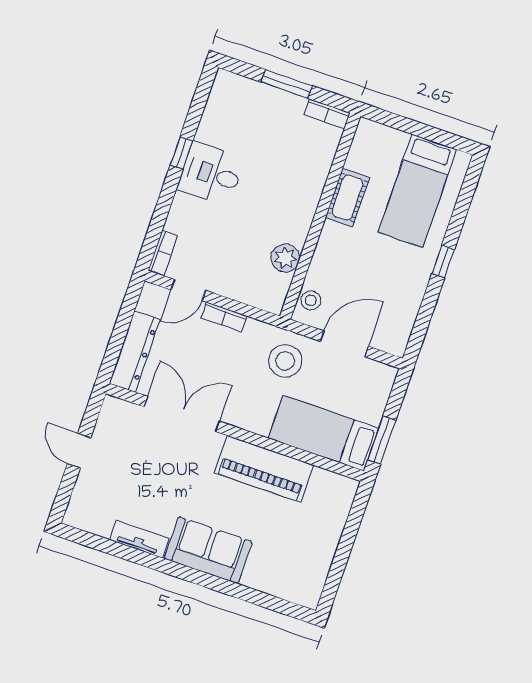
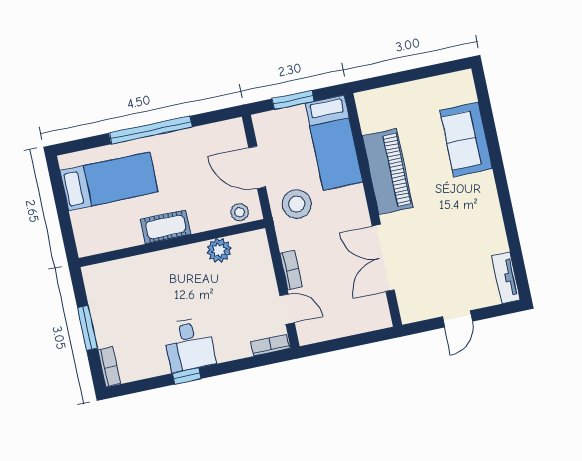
bookcase: (327, 114) -> (109, 367), moved
cot: (347, 197) -> (166, 227), moved
window: (443, 262) -> (151, 130), width x3.17
dresser: (135, 351) -> (357, 322), removed
window: (382, 440) -> (293, 100), moved
tv unit: (139, 539) -> (506, 278), moved
sofa: (208, 550) -> (466, 139), moved

